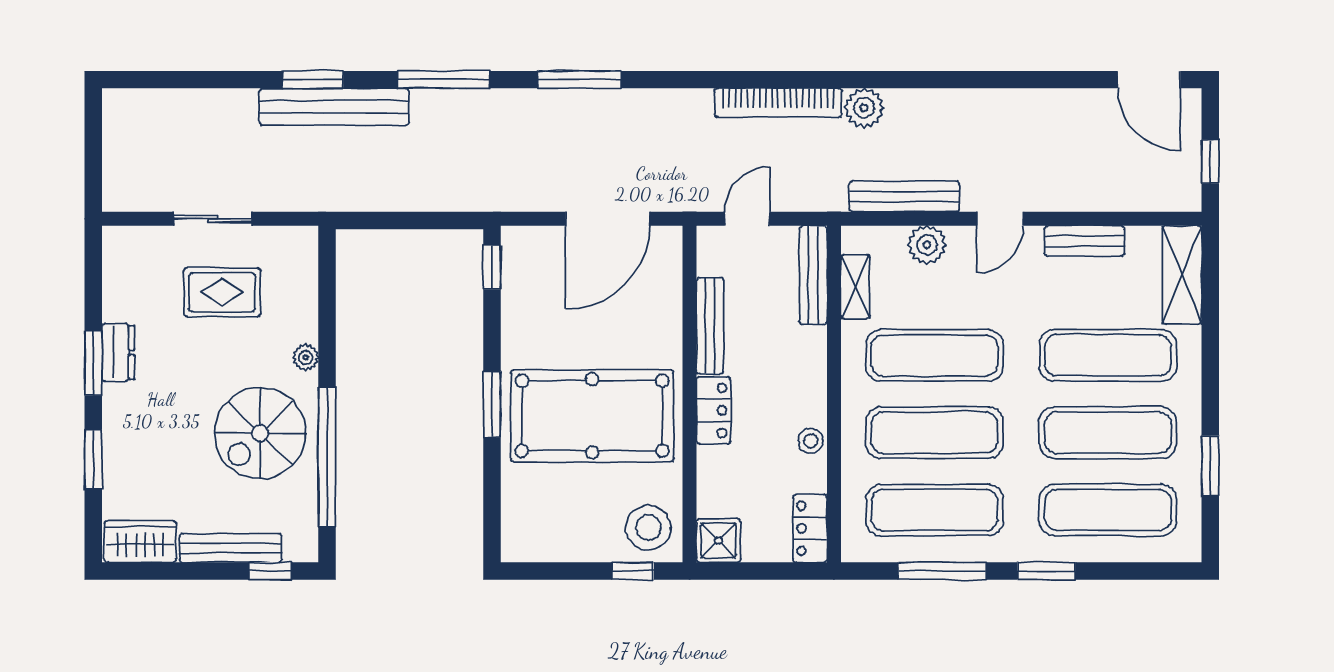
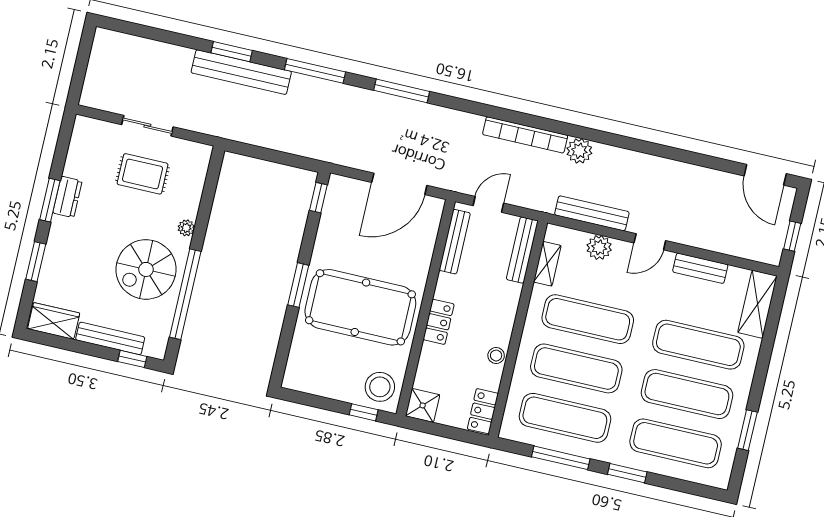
bench: (710, 326) -> (455, 242), moved

